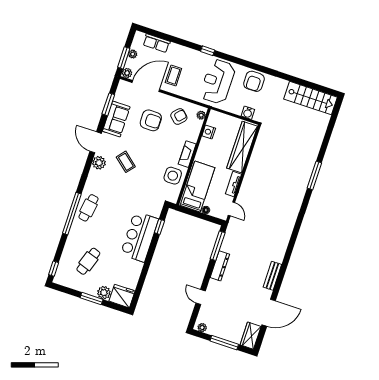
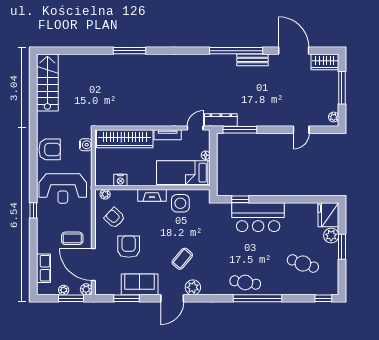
window: (285, 265) -> (236, 51), added
dresser: (220, 266) -> (221, 120), moved

